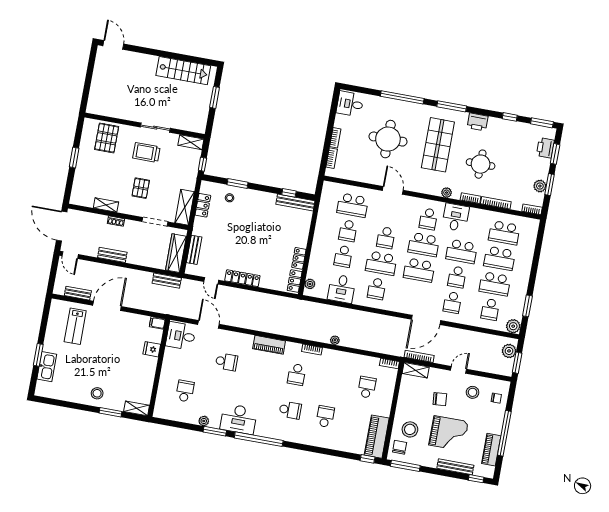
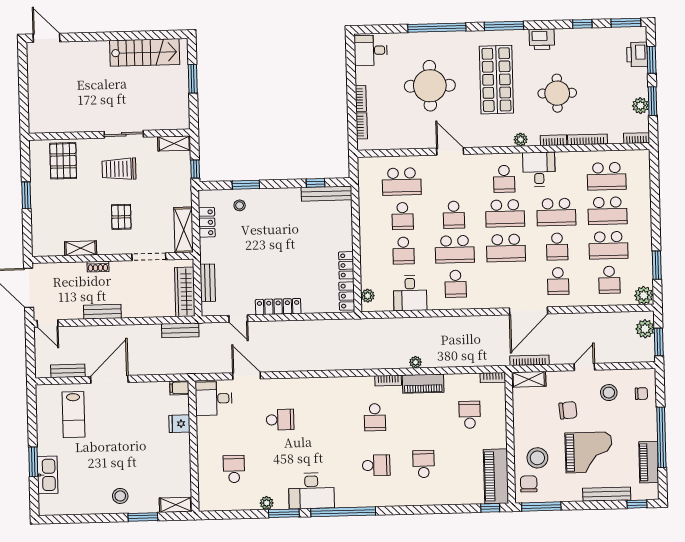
piano: (269, 345) -> (423, 384), moved

